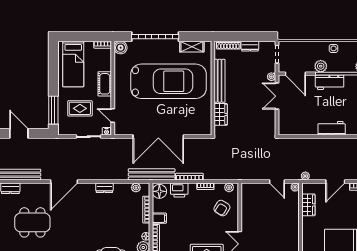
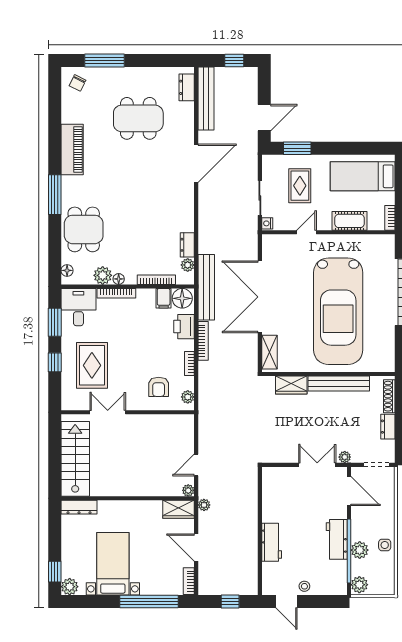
shelving: (192, 47) -> (269, 352), moved
boiler: (121, 48) -> (386, 243), removed
plant: (321, 66) -> (360, 550), moved
door: (295, 74) -> (349, 491), swing flipped
cot: (105, 84) -> (350, 221), moved
window: (53, 110) -> (297, 148), width x0.69
door: (113, 116) -> (306, 232), moved
door: (19, 133) -> (264, 118), moved
door: (64, 182) -> (196, 163), swing flipped
dresser: (104, 188) -> (187, 245), moved
wardrobe: (308, 205) -> (179, 509), moved
armchair: (222, 208) -> (159, 387), turned -122
filing cabinet: (159, 218) -> (164, 298), moved
dining table: (32, 222) -> (138, 118), turned 90

